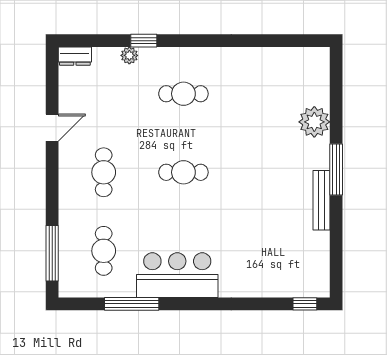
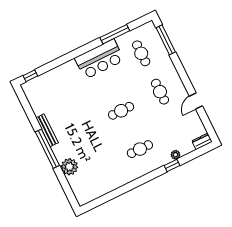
window: (336, 170) -> (47, 149), width x1.46

